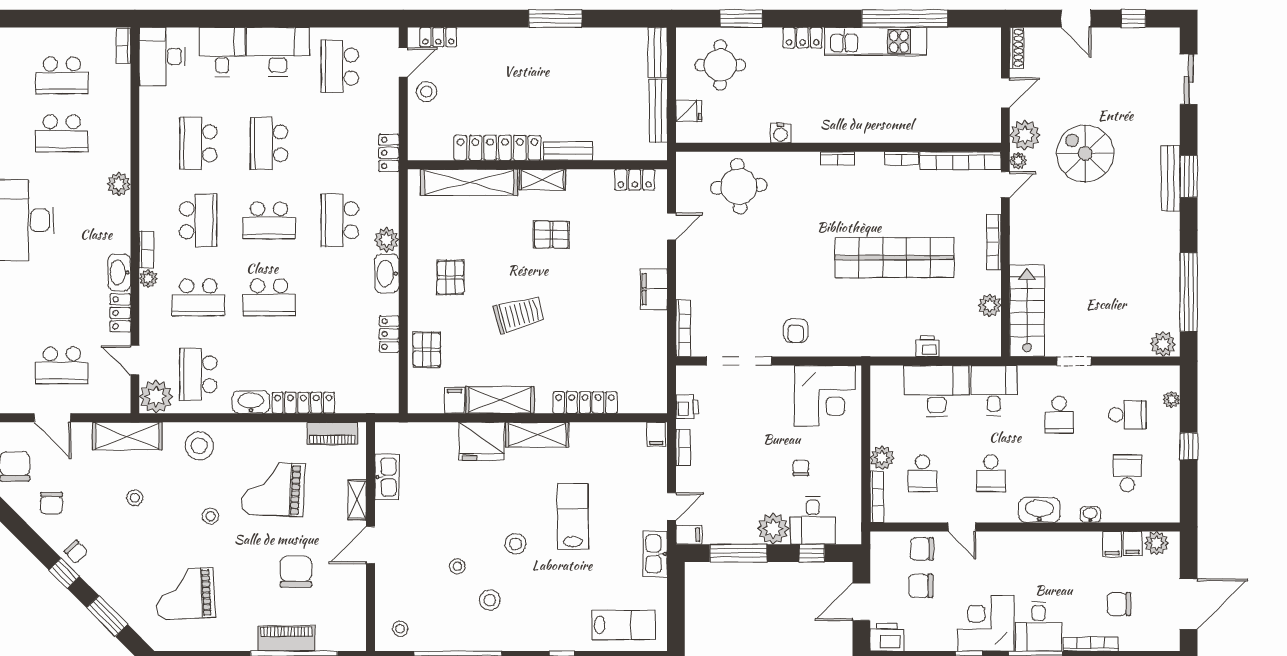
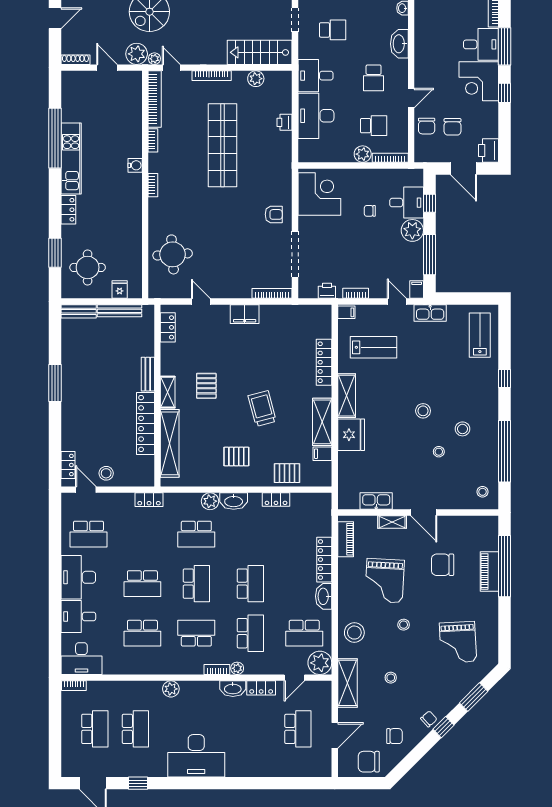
water cooler: (781, 133) -> (135, 165), moved
school desk: (991, 473) -> (374, 78), turned 90
lab bench: (573, 516) -> (373, 347), moved, turned 180

